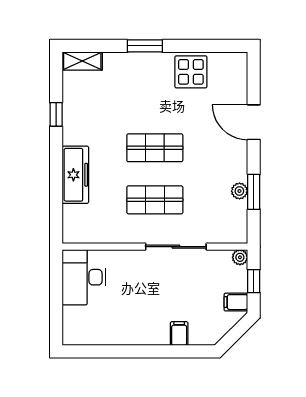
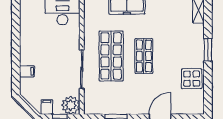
plant: (239, 191) -> (117, 109), removed
shop shelf: (155, 200) -> (111, 56), width x1.43, depth x1.36
plant: (240, 257) -> (71, 105), width x1.88, depth x1.88

